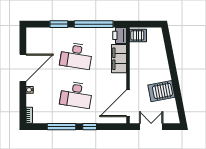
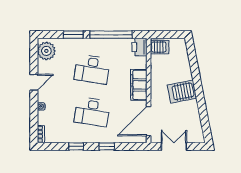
plant: (34, 39) -> (46, 51), added
filing cabinet: (119, 59) -> (139, 85), moved
door: (23, 68) -> (34, 82), width x0.53
server rack: (161, 91) -> (182, 92), moved
window: (62, 127) -> (76, 146), width x0.46

